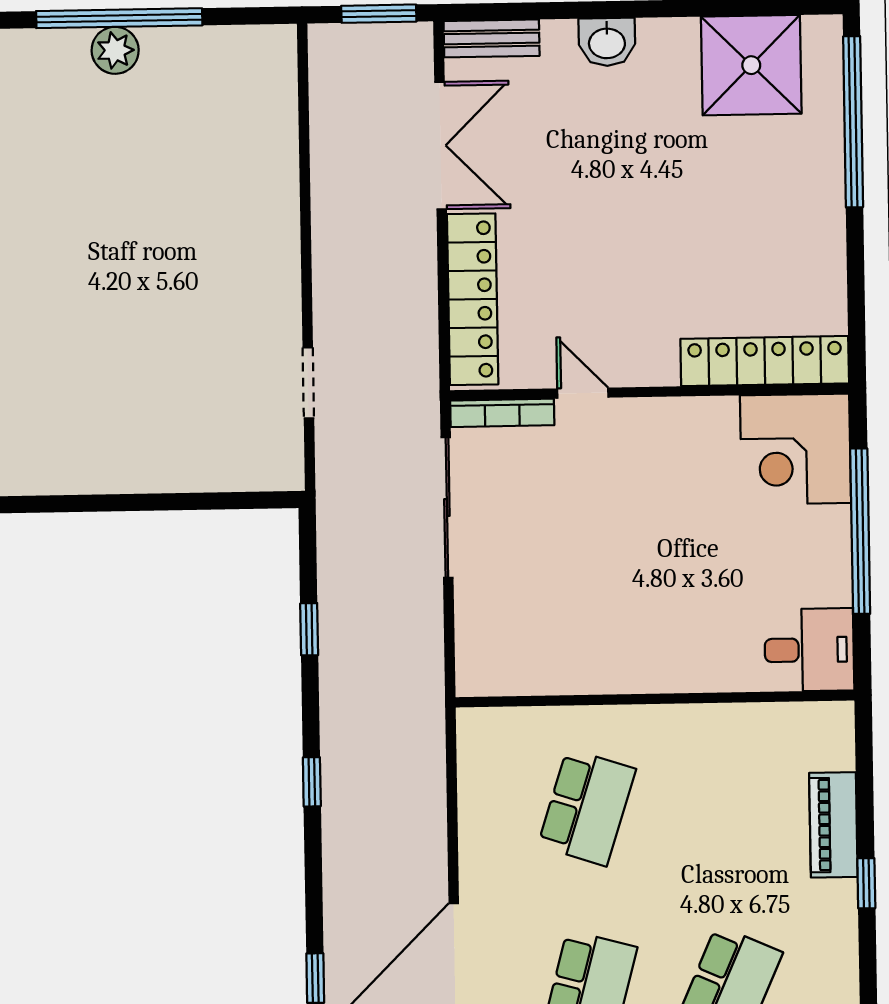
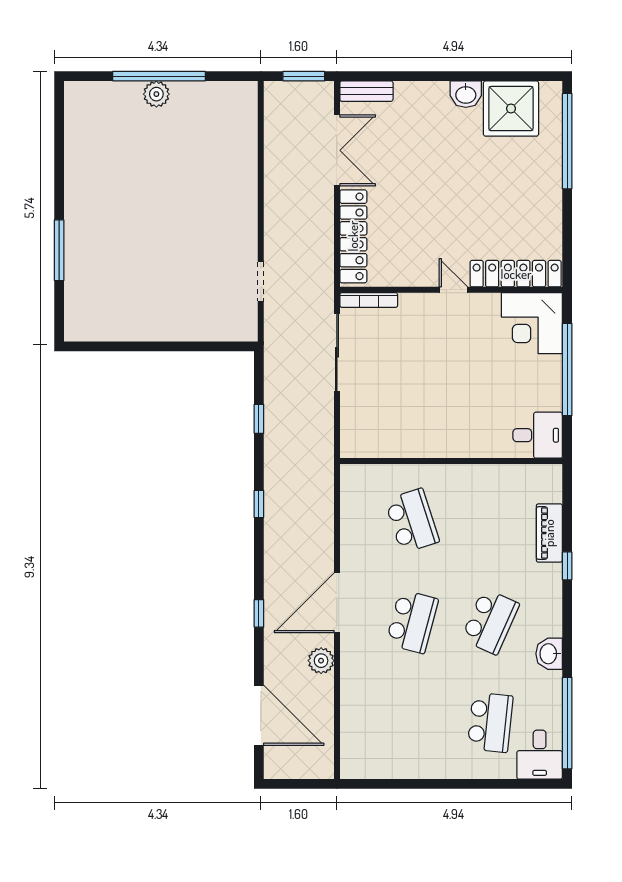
washbasin: (607, 42) -> (466, 94), moved
door: (583, 393) -> (453, 290), moved
school desk: (587, 807) -> (412, 521), turned -36

